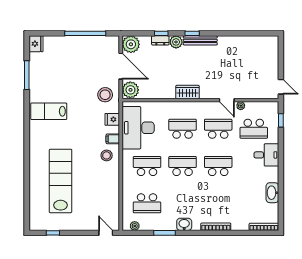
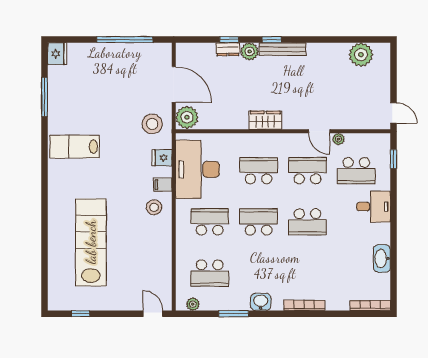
plant: (131, 44) -> (361, 55), moved
school desk: (218, 166) -> (307, 222), turned 180

